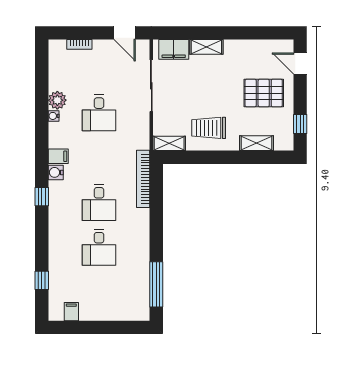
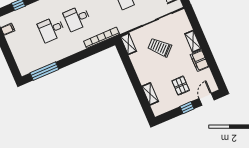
filing cabinet: (174, 49) -> (200, 61), moved
pallet: (264, 93) -> (181, 86), width x0.67, depth x0.71
window: (300, 124) -> (187, 108), moved
trolley: (209, 128) -> (160, 47), moved, turned -44

